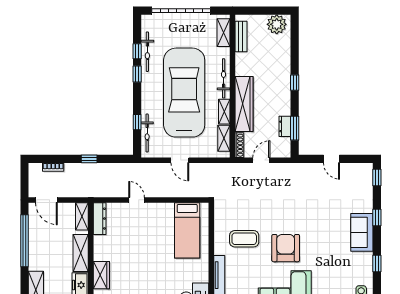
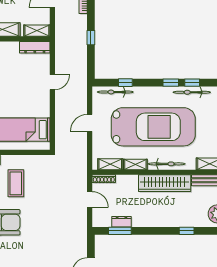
window: (295, 83) -> (187, 231), moved
wardrobe: (244, 104) -> (165, 183), moved

